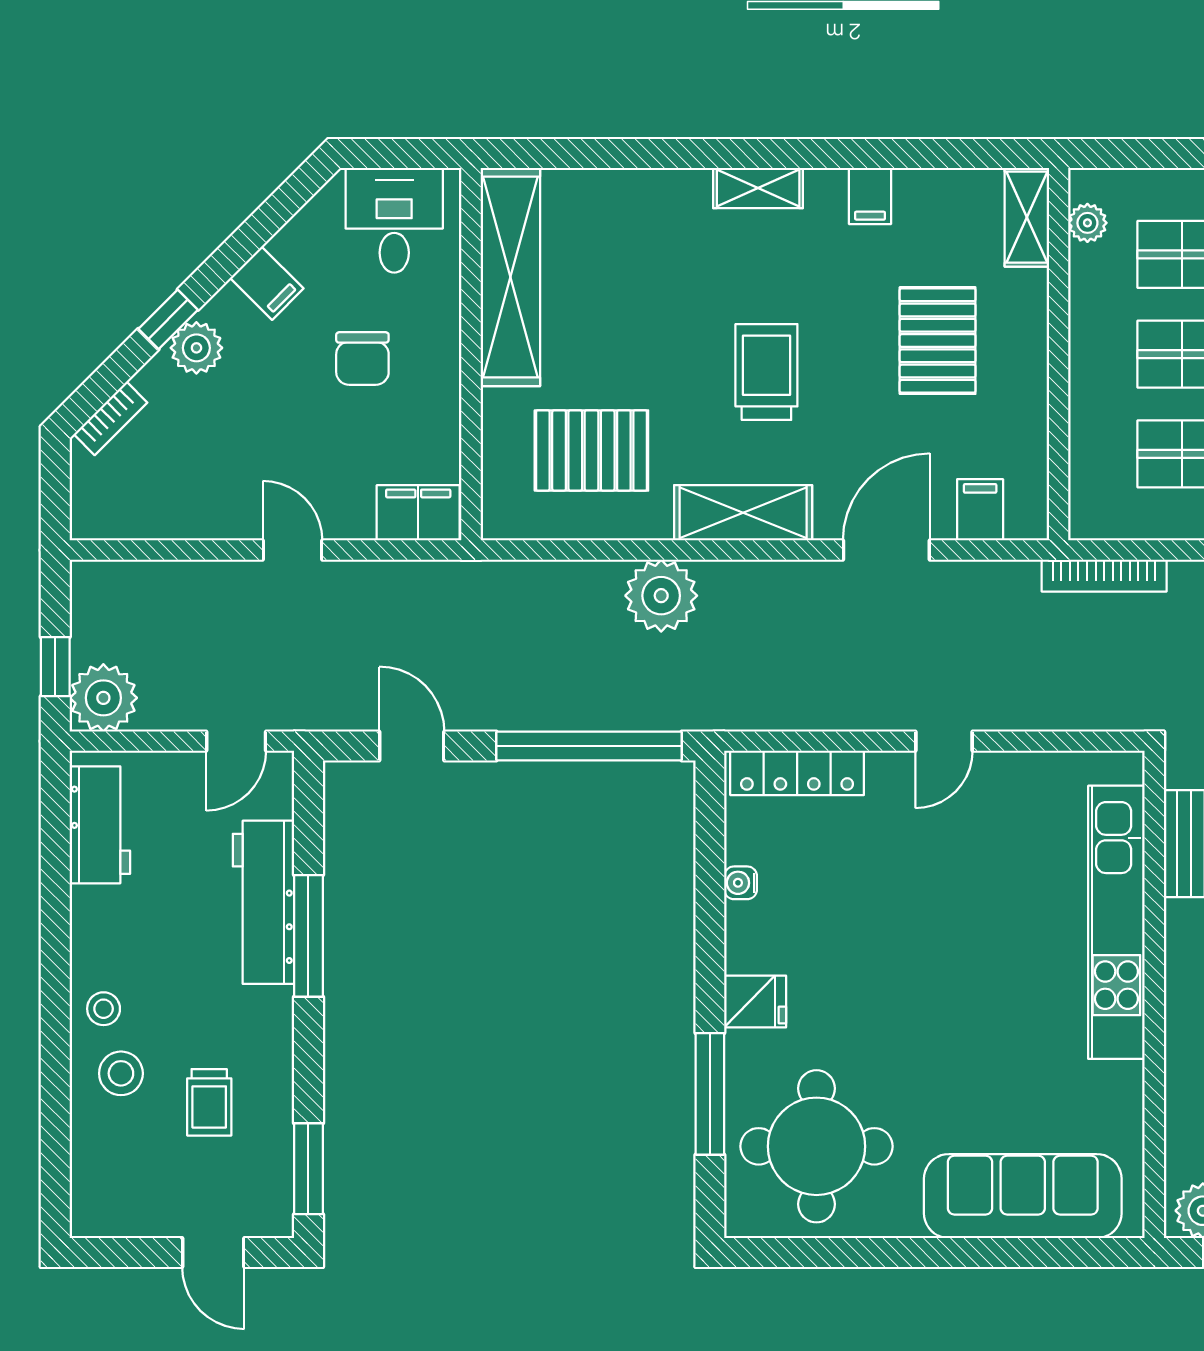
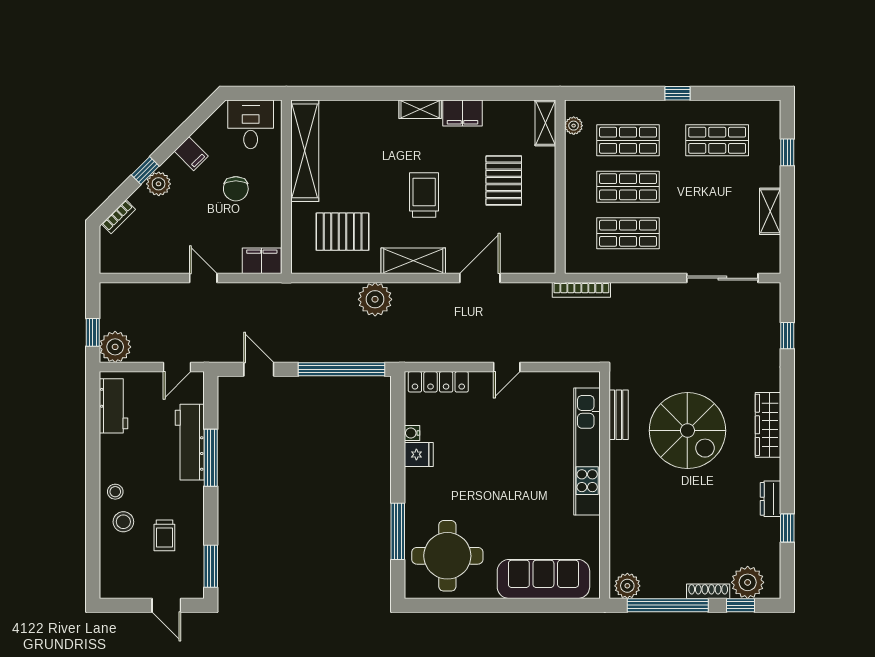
filing cabinet: (870, 196) -> (462, 113), width x2.00
filing cabinet: (980, 510) -> (524, 259), removed
fridge: (755, 1001) -> (419, 454), moved

